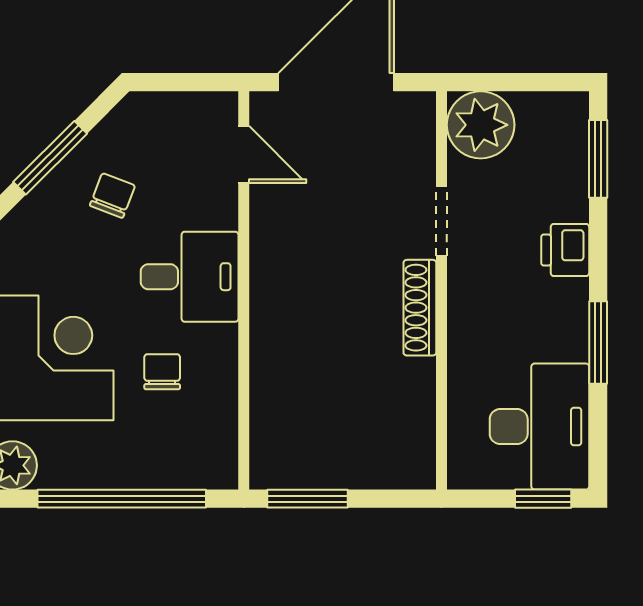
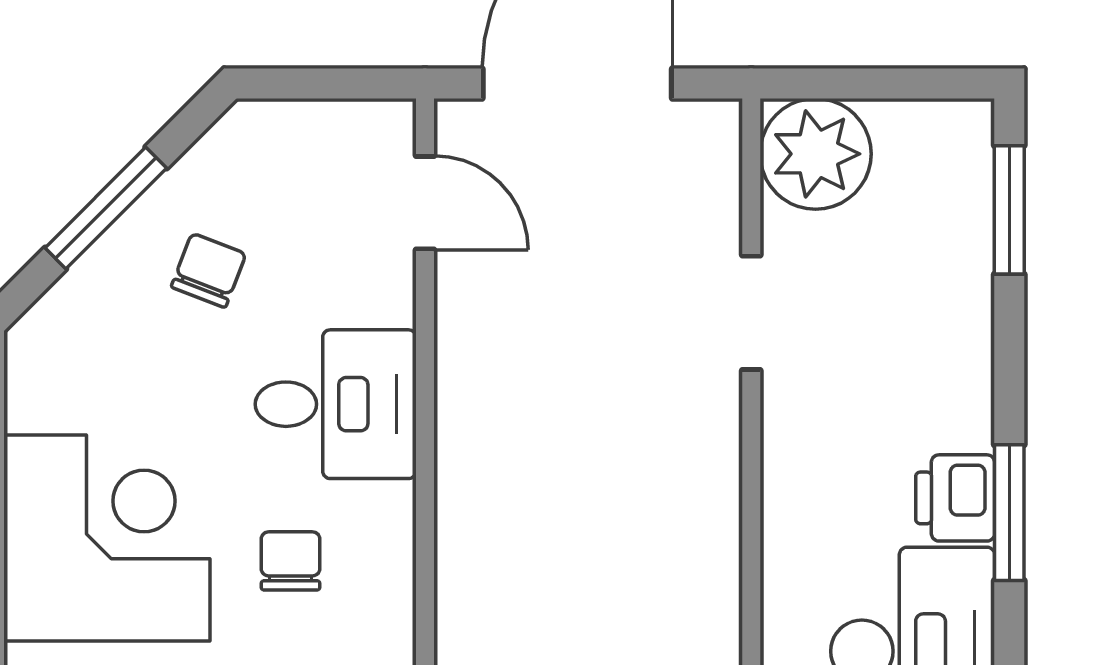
printer: (565, 250) -> (955, 498), moved
shoe rack: (420, 308) -> (715, 455), removed

